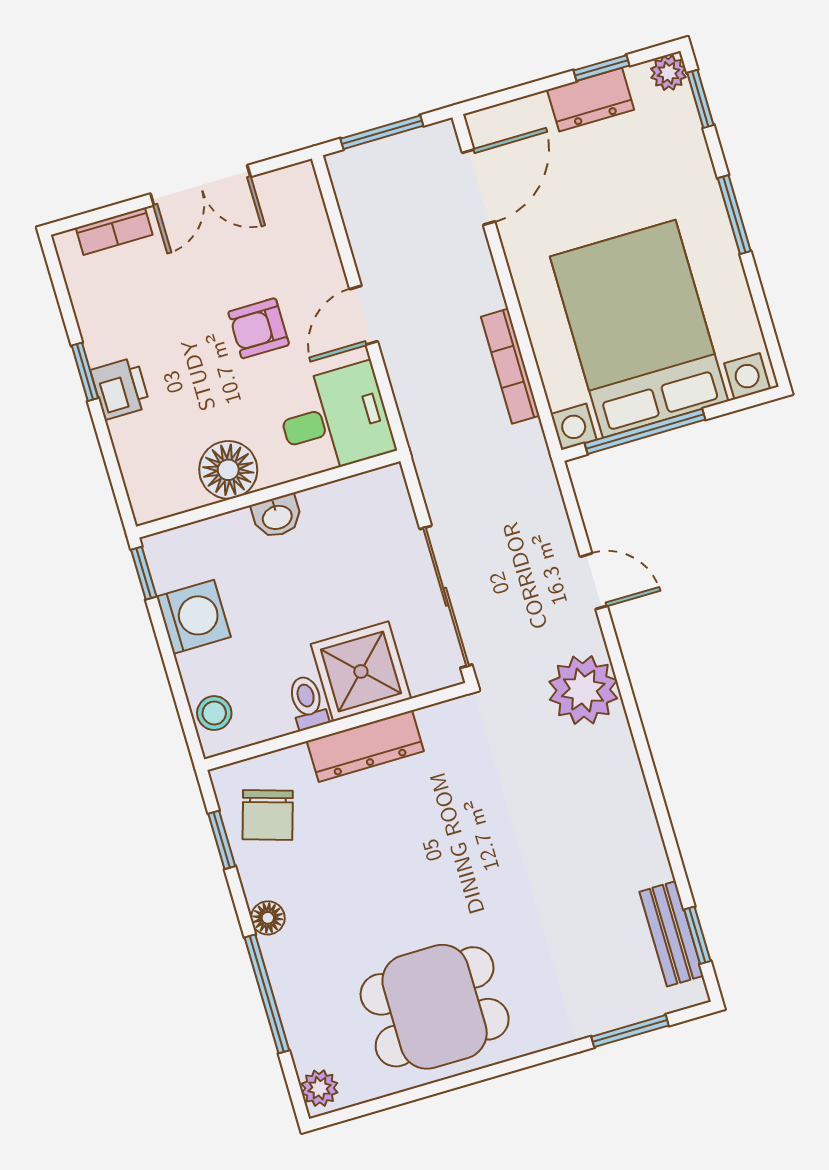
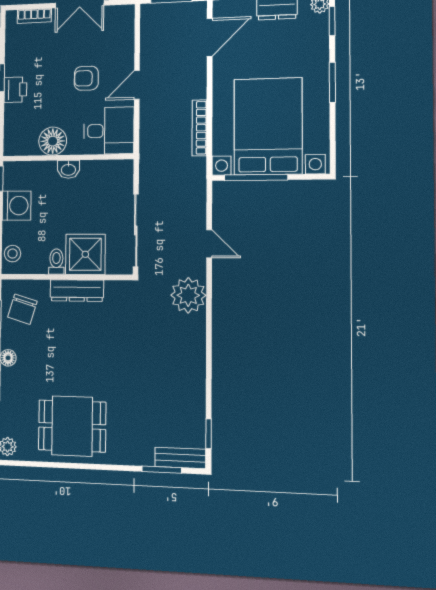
bench: (671, 934) -> (180, 458), moved, turned 90

